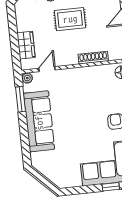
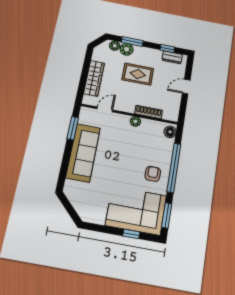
wardrobe: (26, 45) -> (94, 78), width x1.50
plant: (27, 78) -> (135, 121), moved

